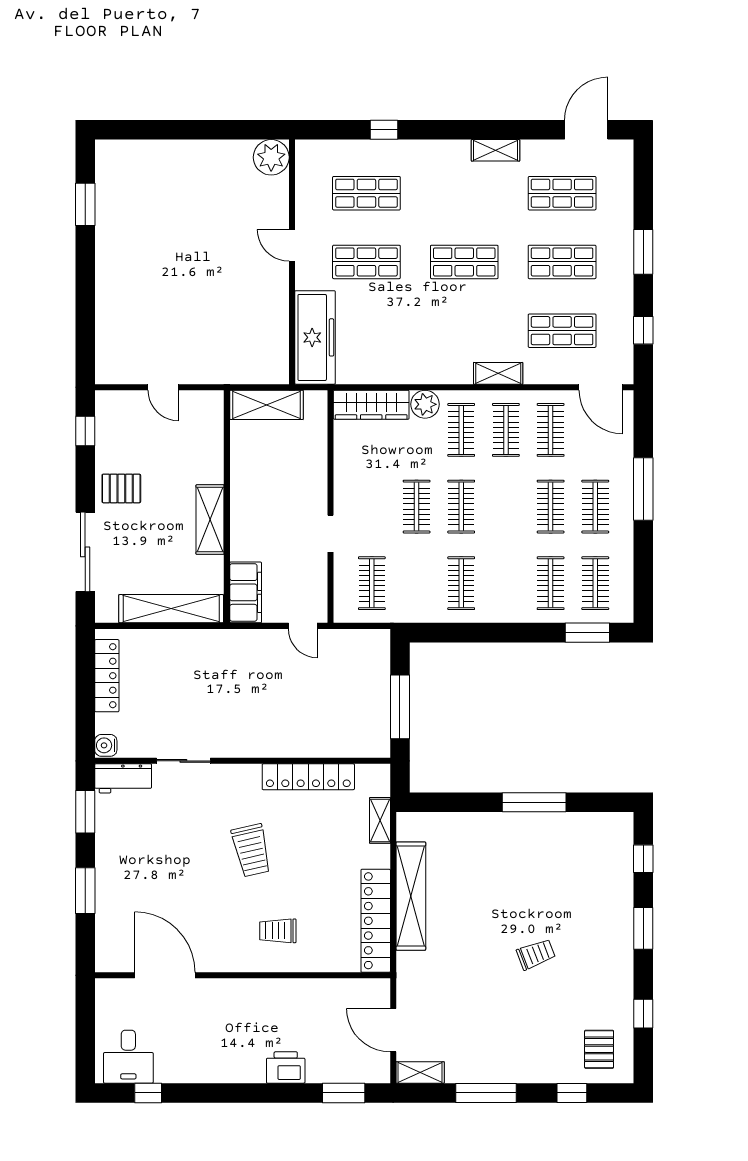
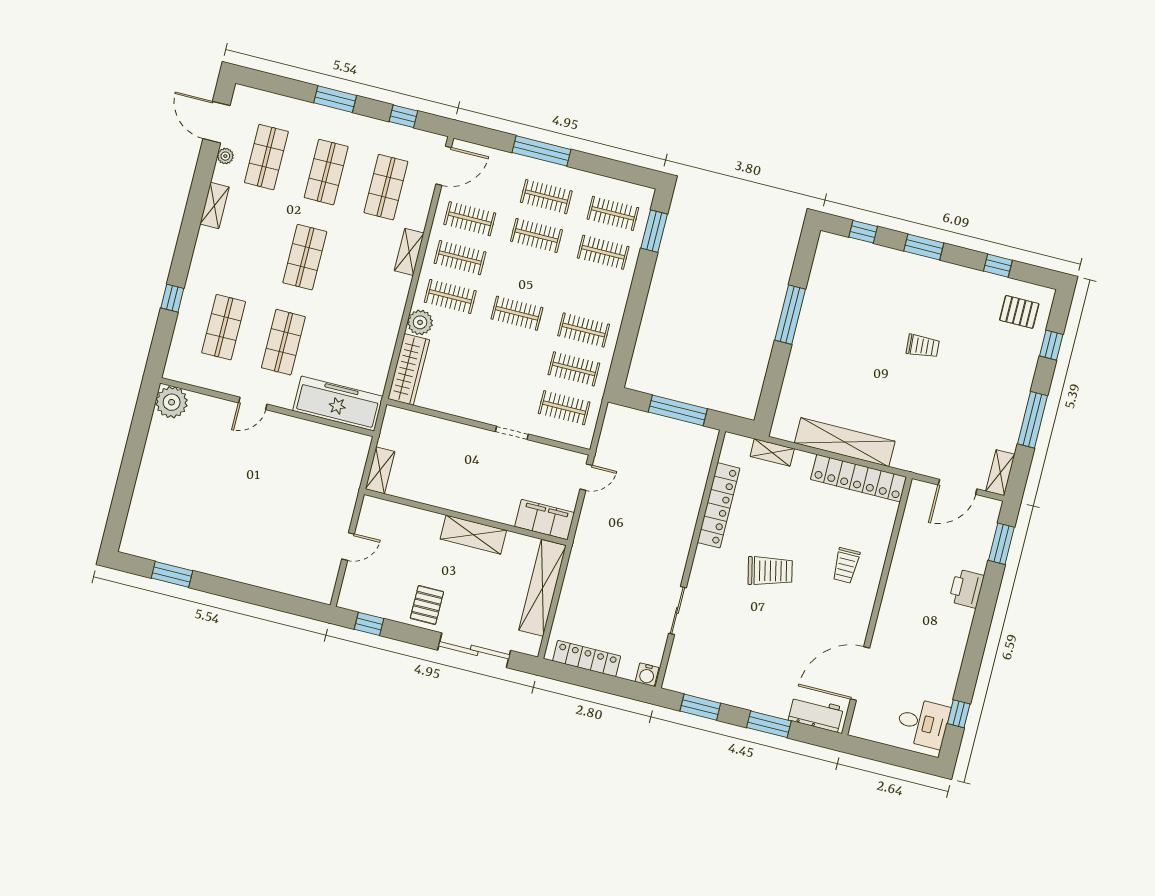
plant: (552, 149) -> (225, 156), added
shelving: (266, 405) -> (380, 470), width x0.67, depth x0.75
clothes rail: (417, 507) -> (574, 369), moved
workbench: (123, 778) -> (816, 714), moved, turned -90
trolley: (536, 954) -> (923, 346), turned 107

